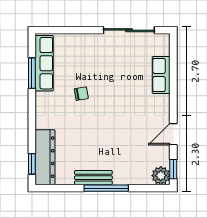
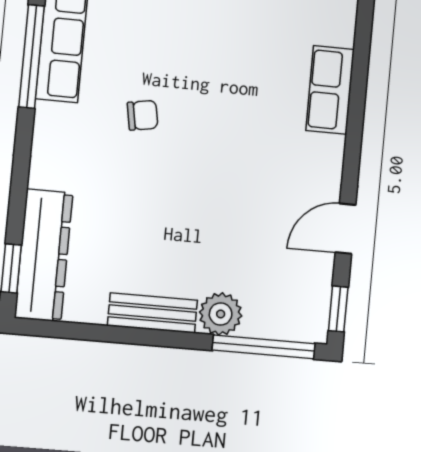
window: (32, 73) -> (31, 57), width x1.44
plant: (161, 176) -> (221, 314), moved
window: (106, 188) -> (264, 347), moved

